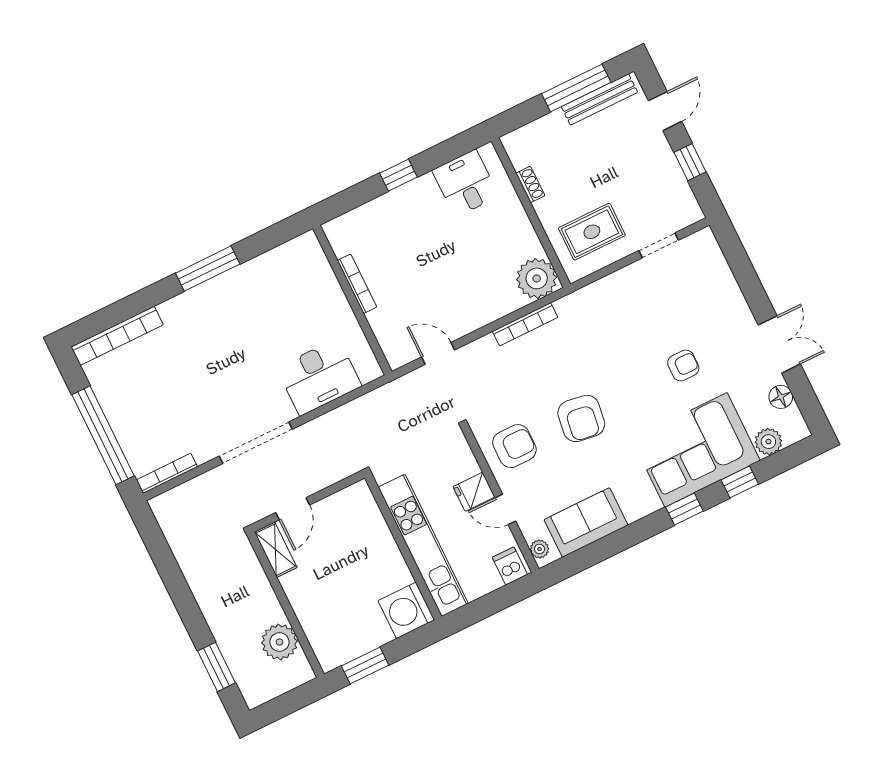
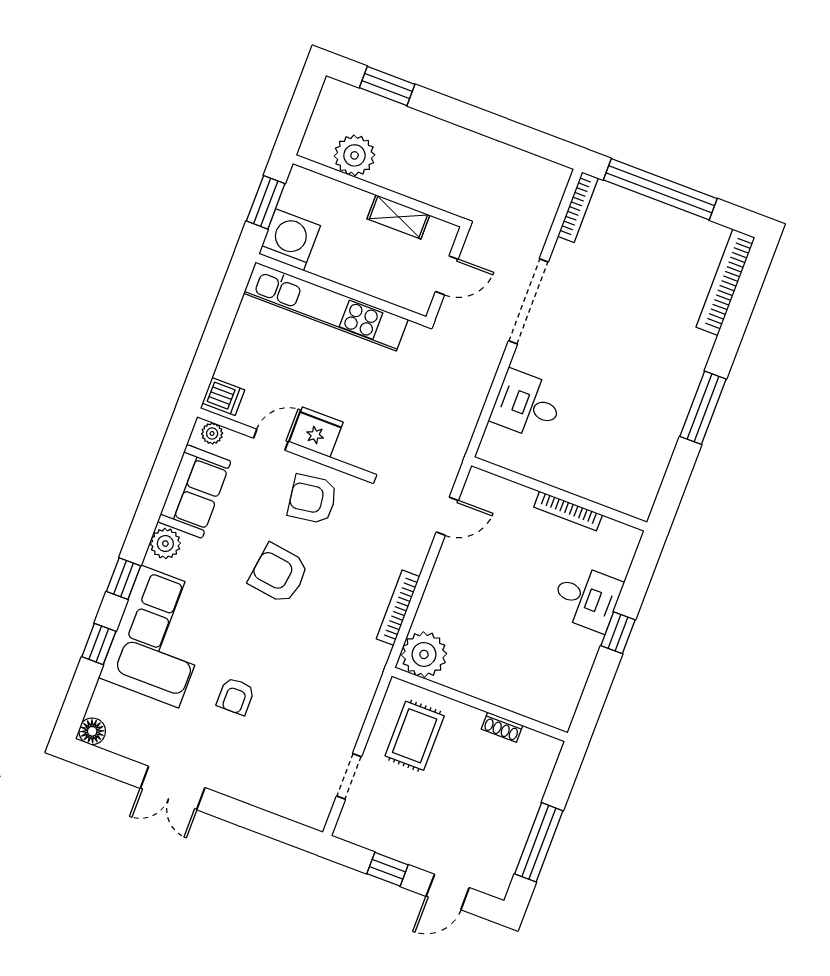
bench: (599, 100) -> (511, 851), removed
door: (665, 111) -> (448, 892), hinge flipped
desk: (465, 183) -> (587, 598), moved
desk: (319, 377) -> (527, 405), width x0.73
floor lamp: (781, 397) -> (92, 731), moved
plant: (768, 442) -> (165, 544), moved
armchair: (514, 446) -> (312, 499), turned 82
fridge: (474, 492) -> (316, 432), width x1.38
door: (293, 509) -> (447, 275), swing flipped
kitchen unit: (423, 545) -> (326, 306), moved
wall: (403, 547) -> (341, 289), moved
shelving: (276, 550) -> (398, 217), moved
washing machine: (406, 610) -> (289, 240), moved

